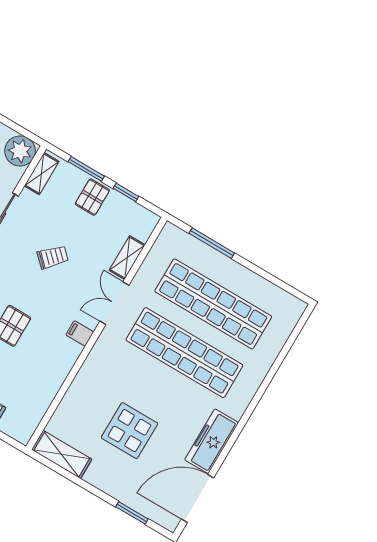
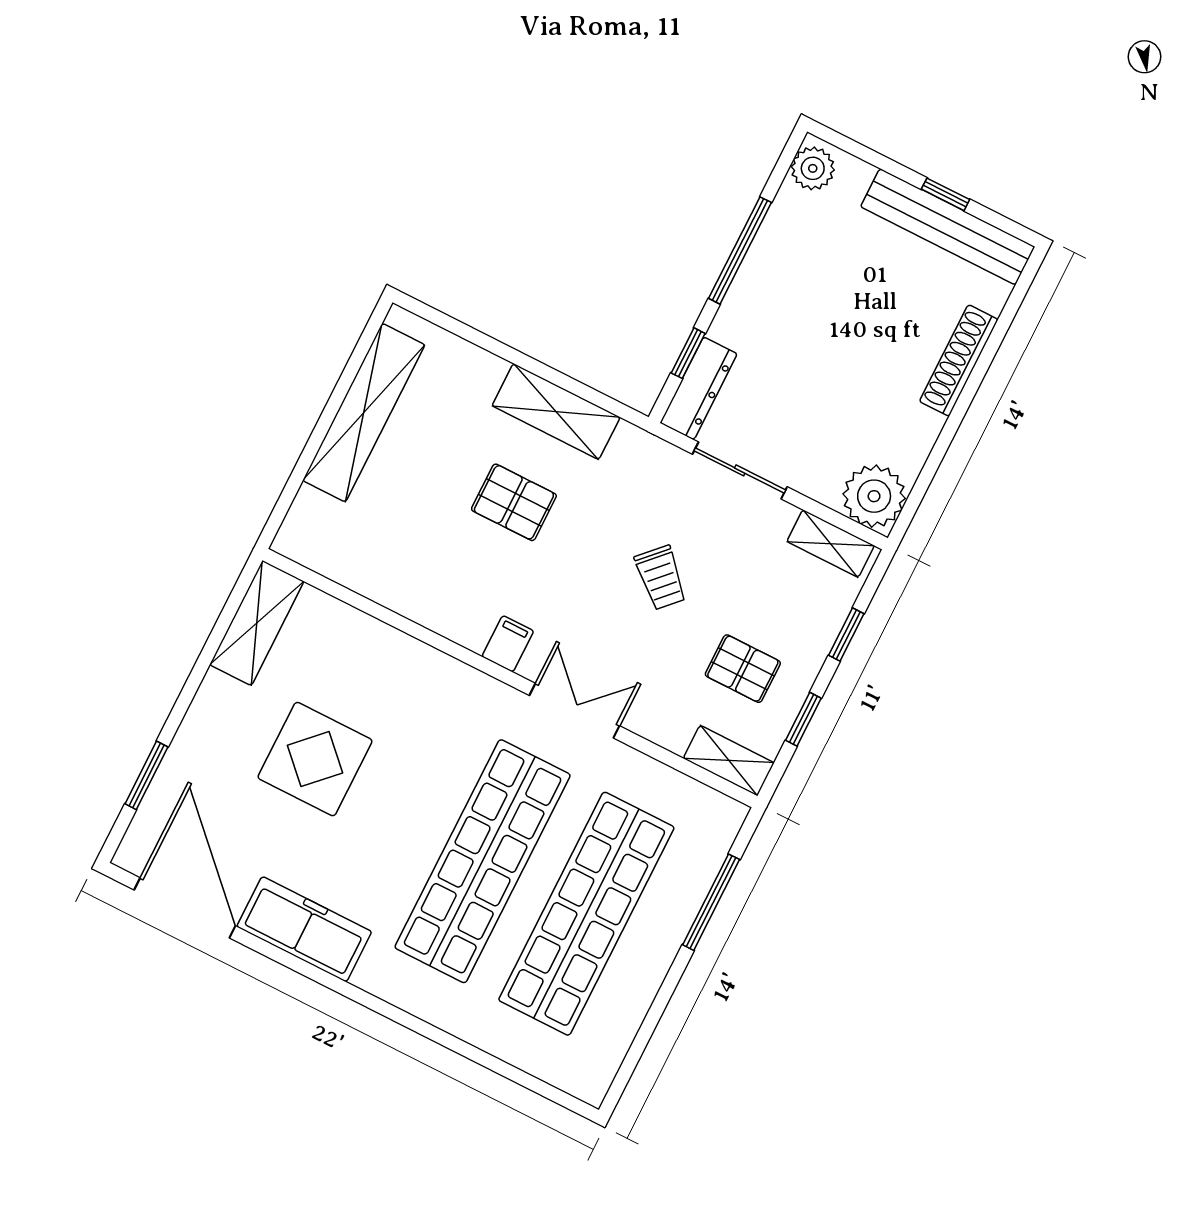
window: (86, 169) -> (846, 635), width x0.67
pallet: (92, 197) -> (743, 669), moved
shelving: (127, 258) -> (729, 761), moved

